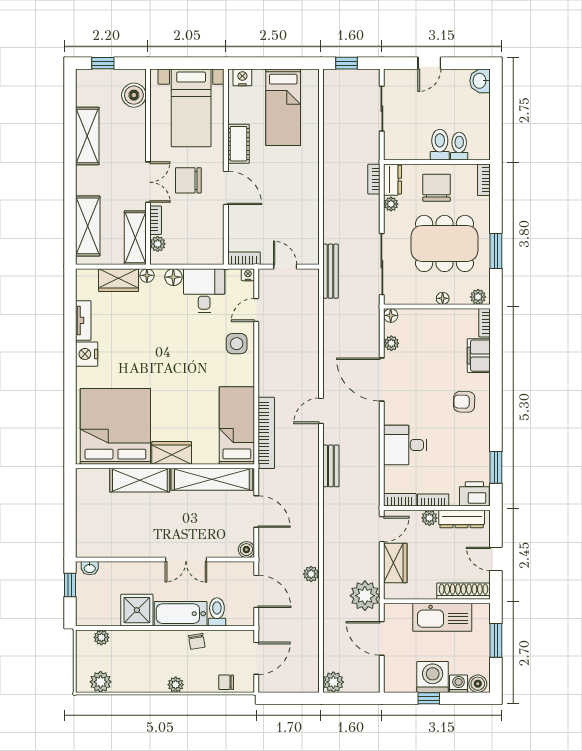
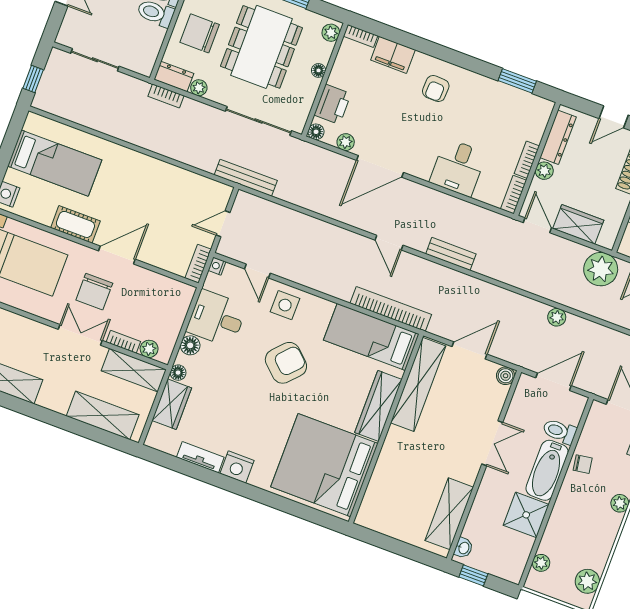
armchair: (189, 362) -> (286, 363), added
wardrobe: (172, 453) -> (378, 406), width x1.50
shelving: (140, 480) -> (449, 514), moved
printer: (474, 494) -> (333, 104), moved, turned 180

